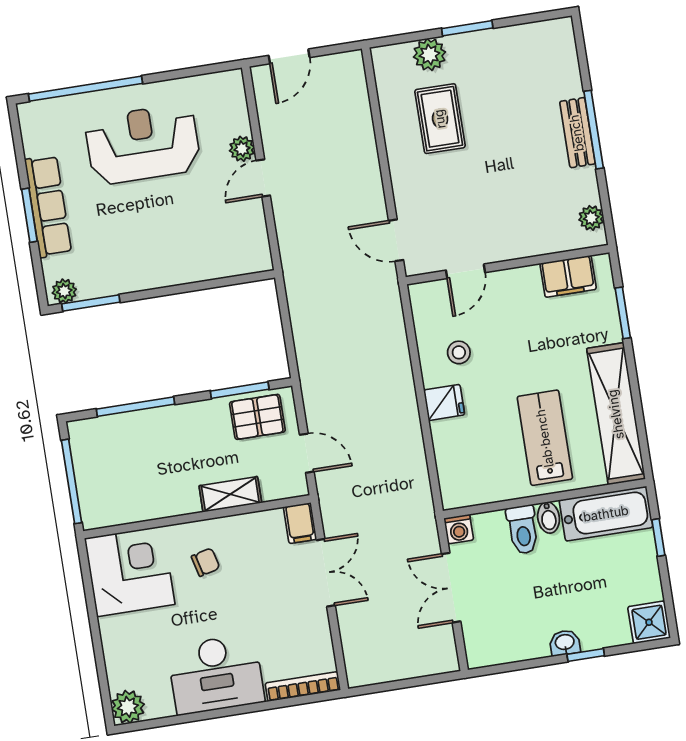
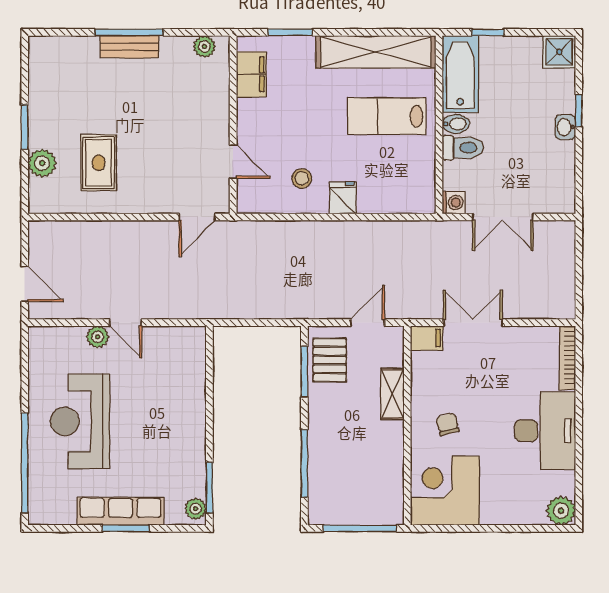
rug: (440, 119) -> (99, 163), turned 90

